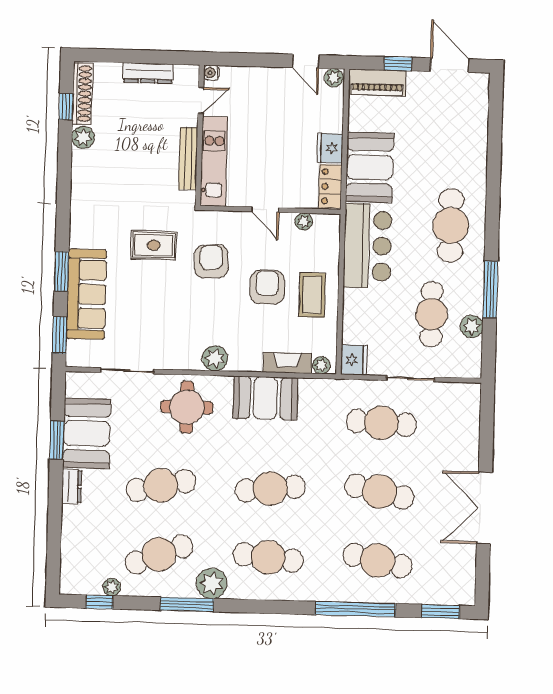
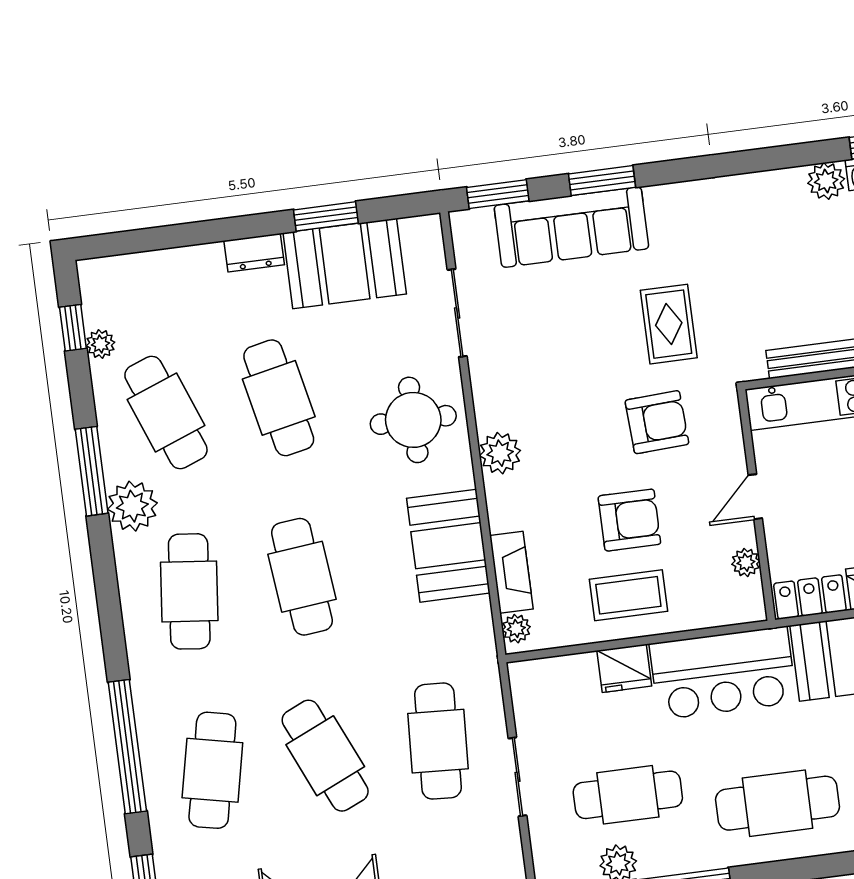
fridge: (354, 360) -> (624, 668), moved
cafe table: (379, 492) -> (325, 756), turned -36

